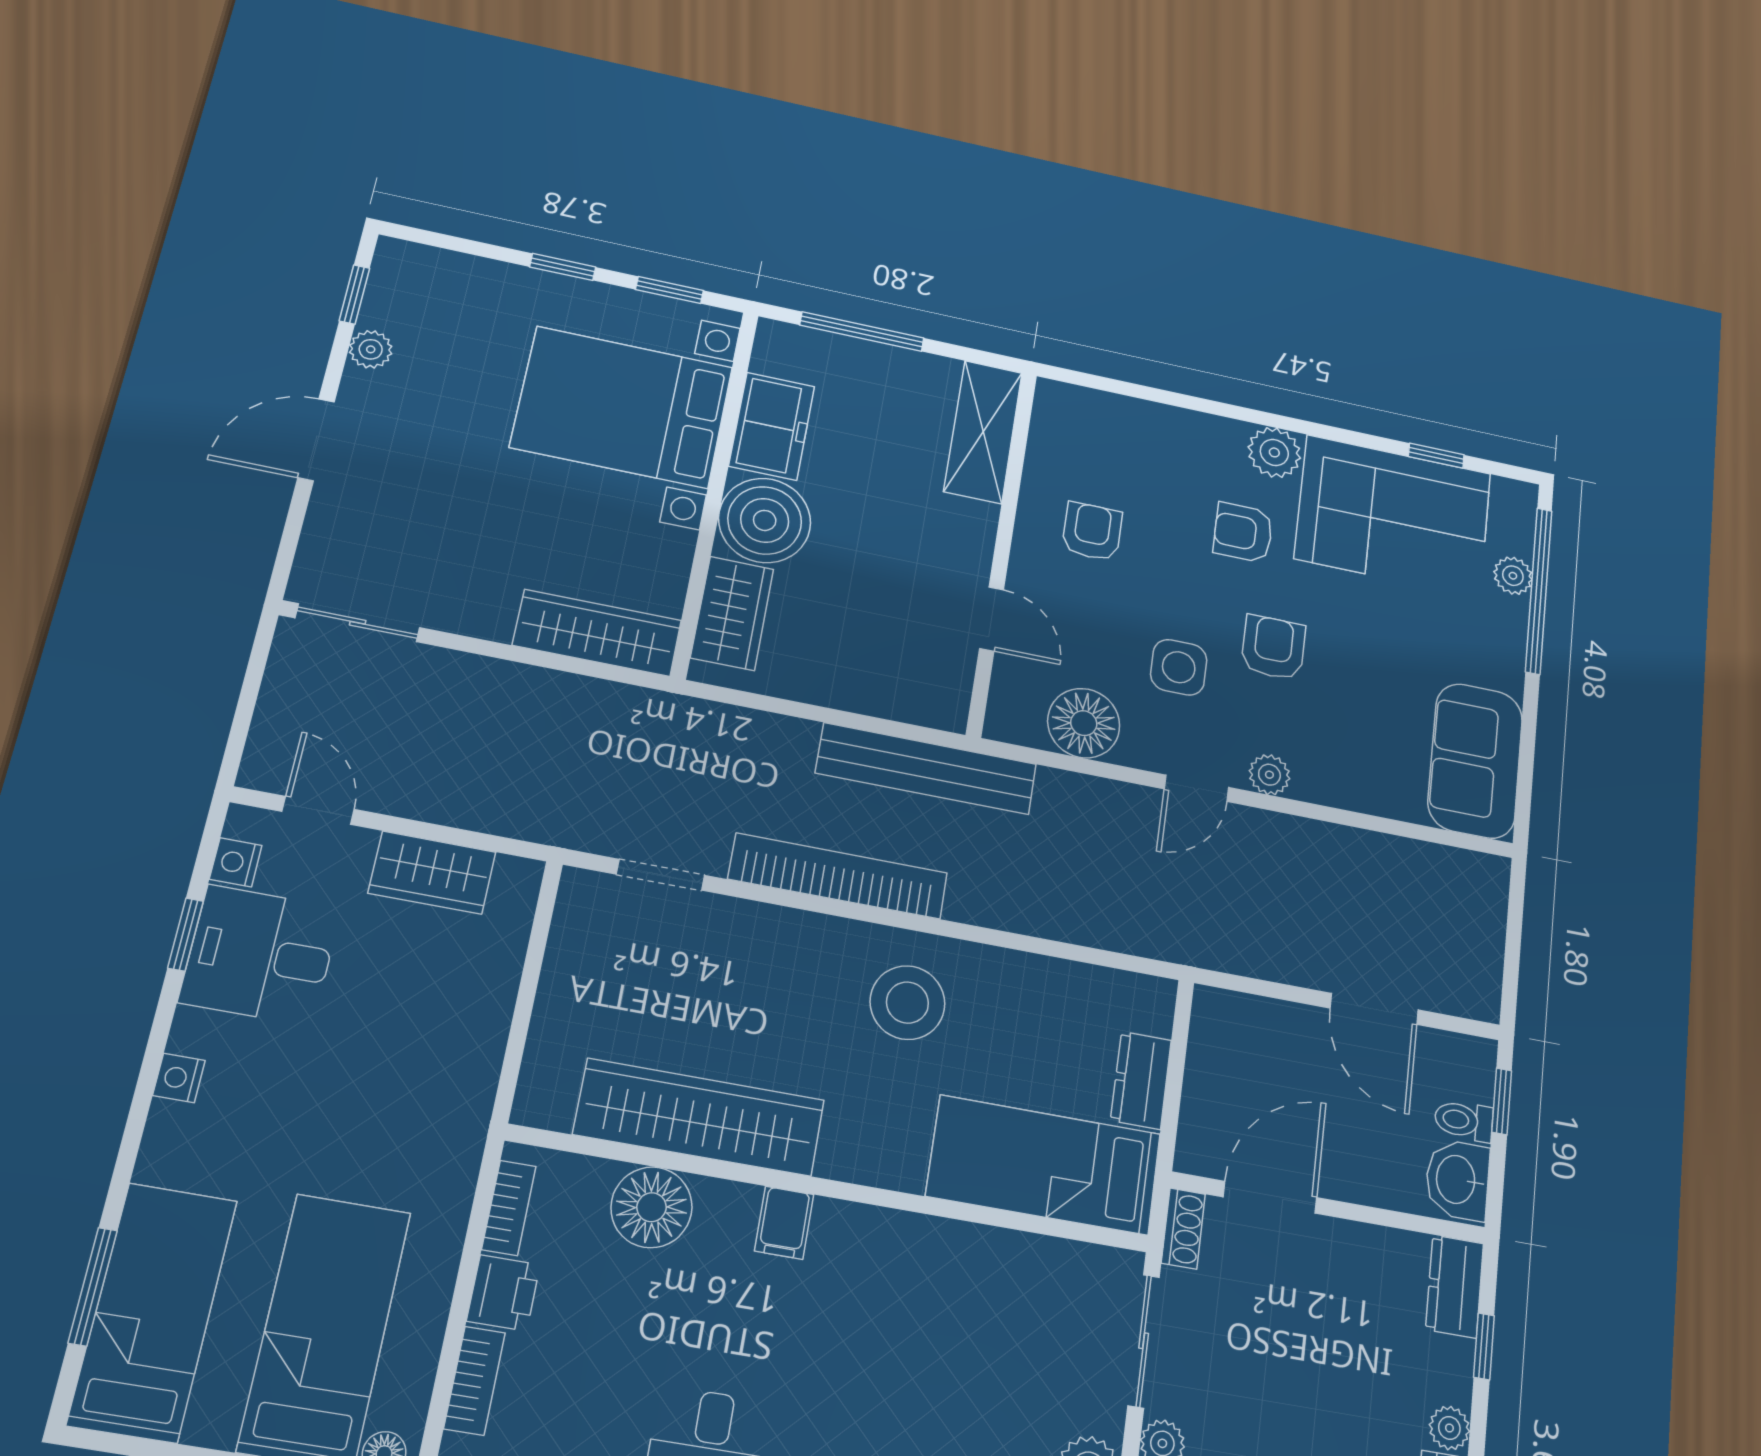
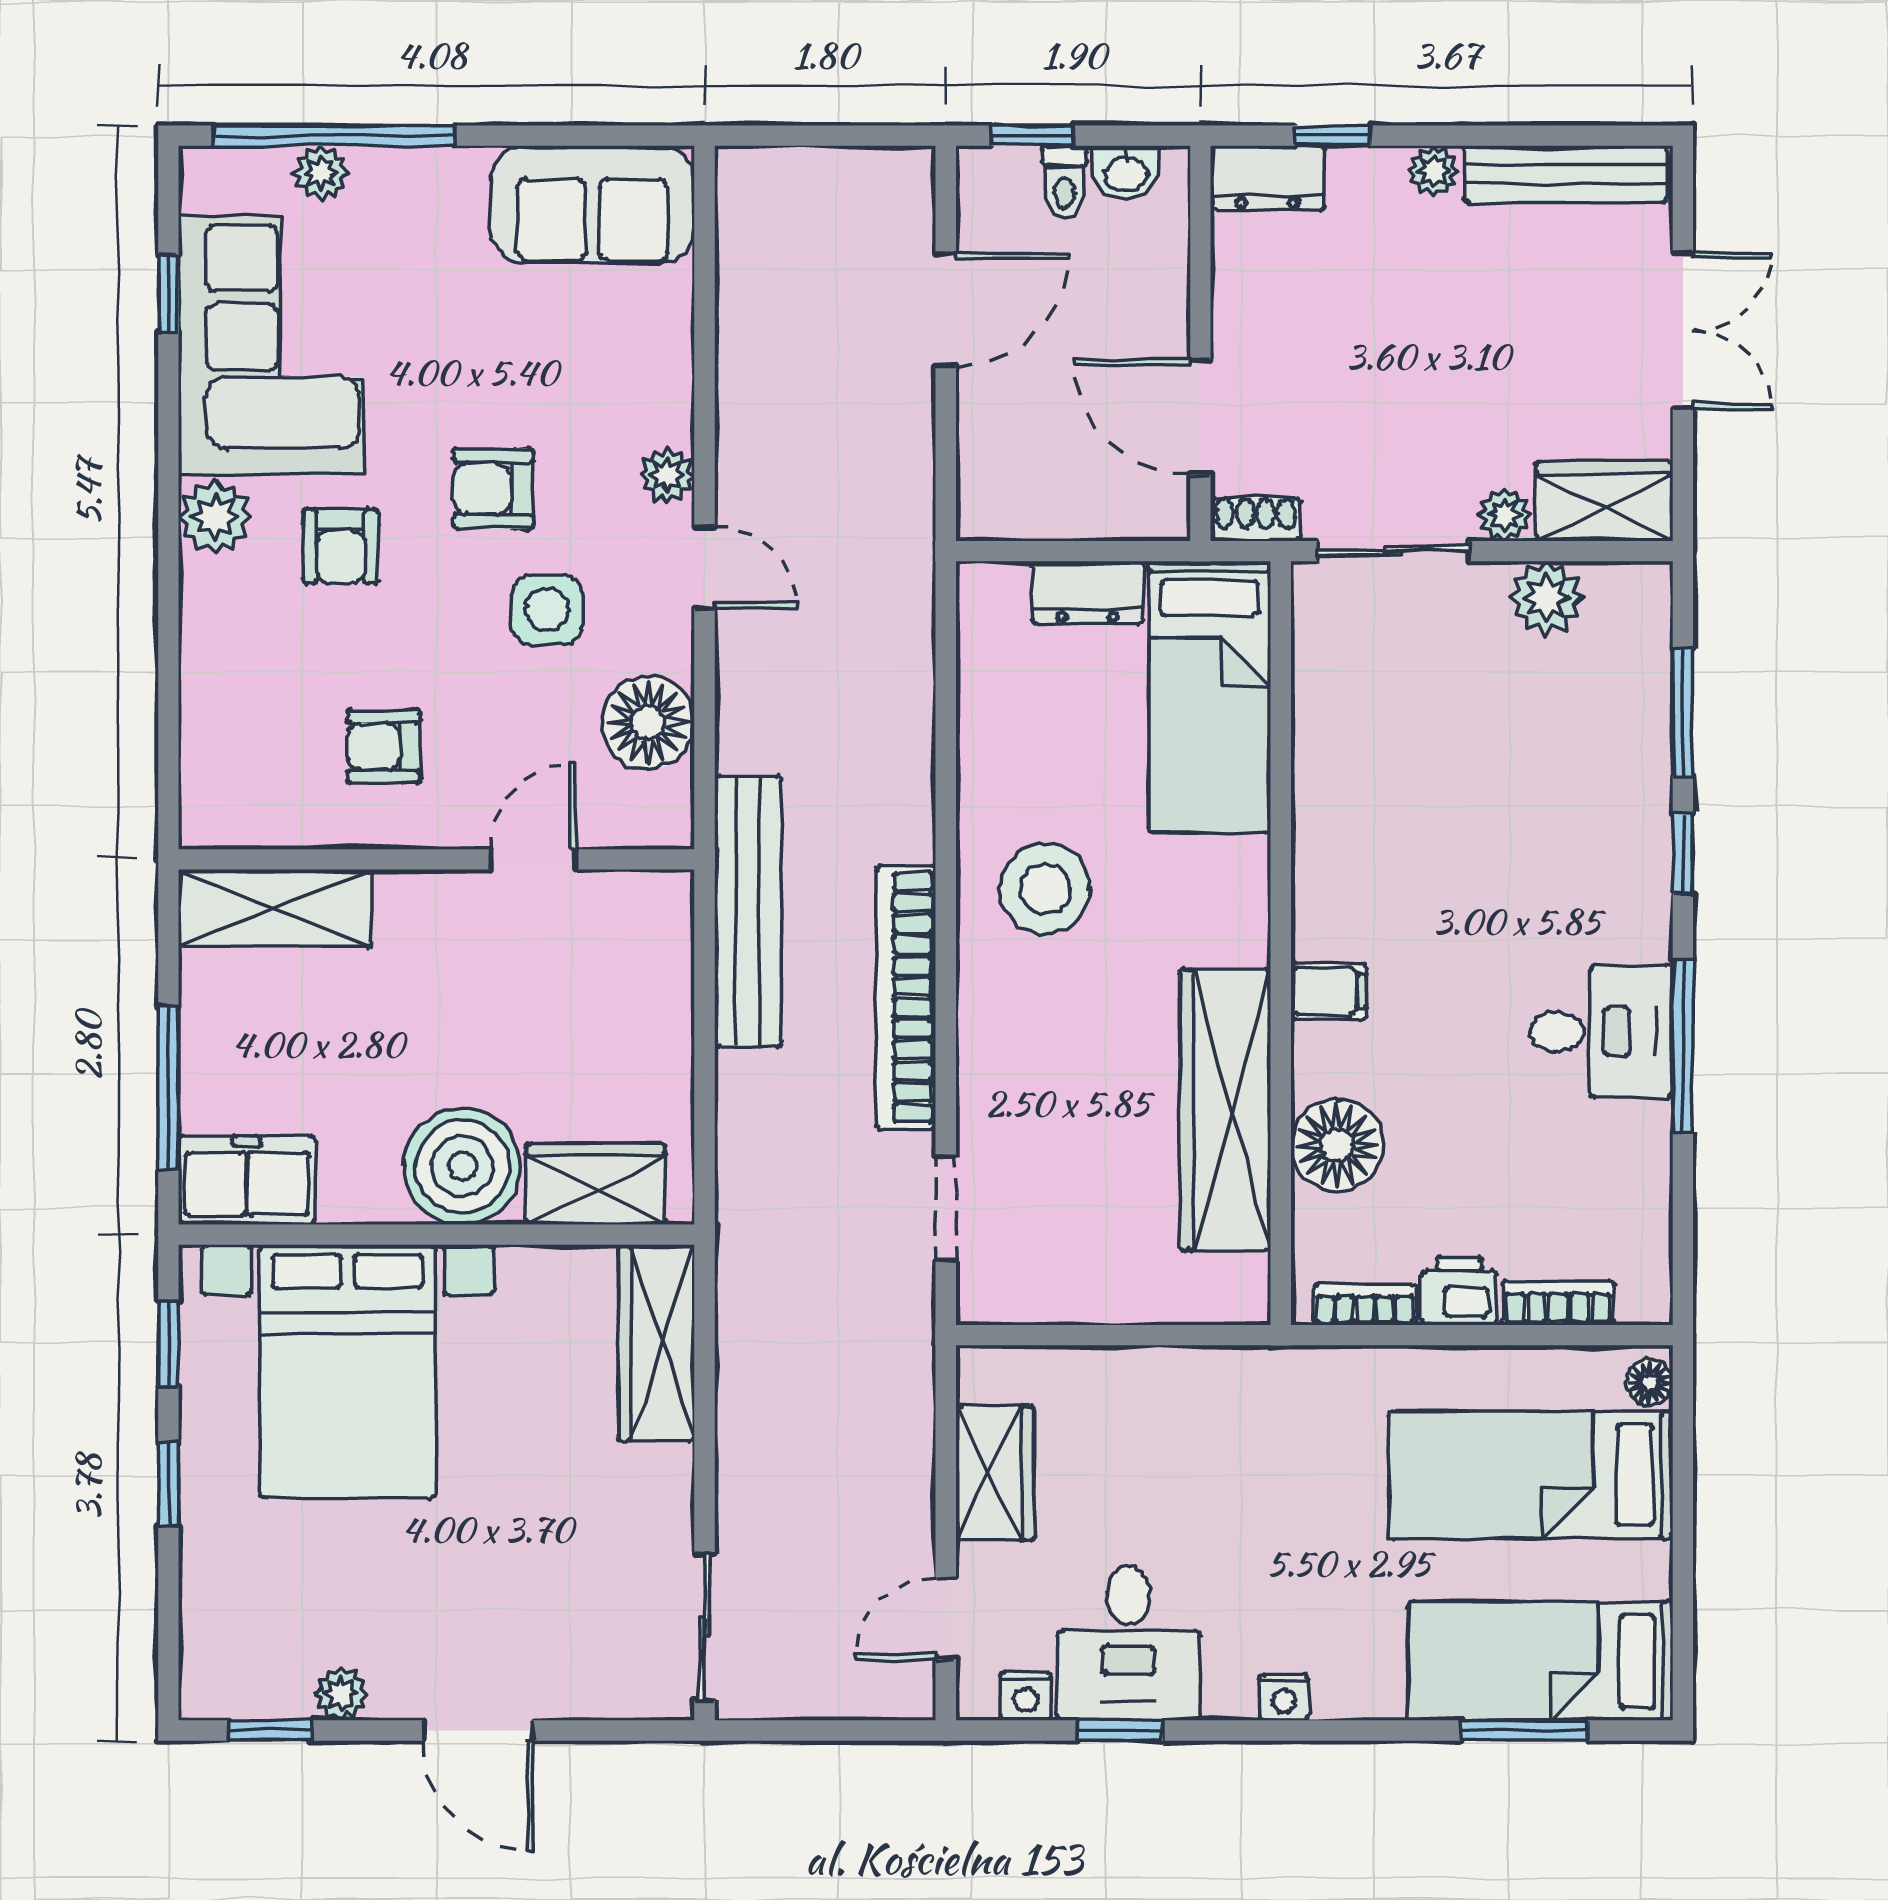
freezer: (772, 426) -> (247, 1180), moved
washbasin: (1457, 1180) -> (1126, 173), width x0.72, depth x0.69

